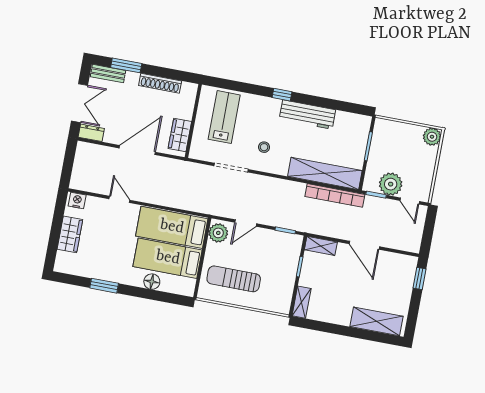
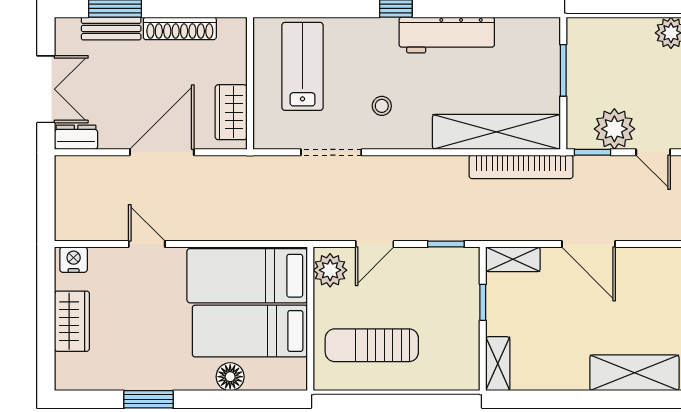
bench: (108, 74) -> (111, 28), moved

